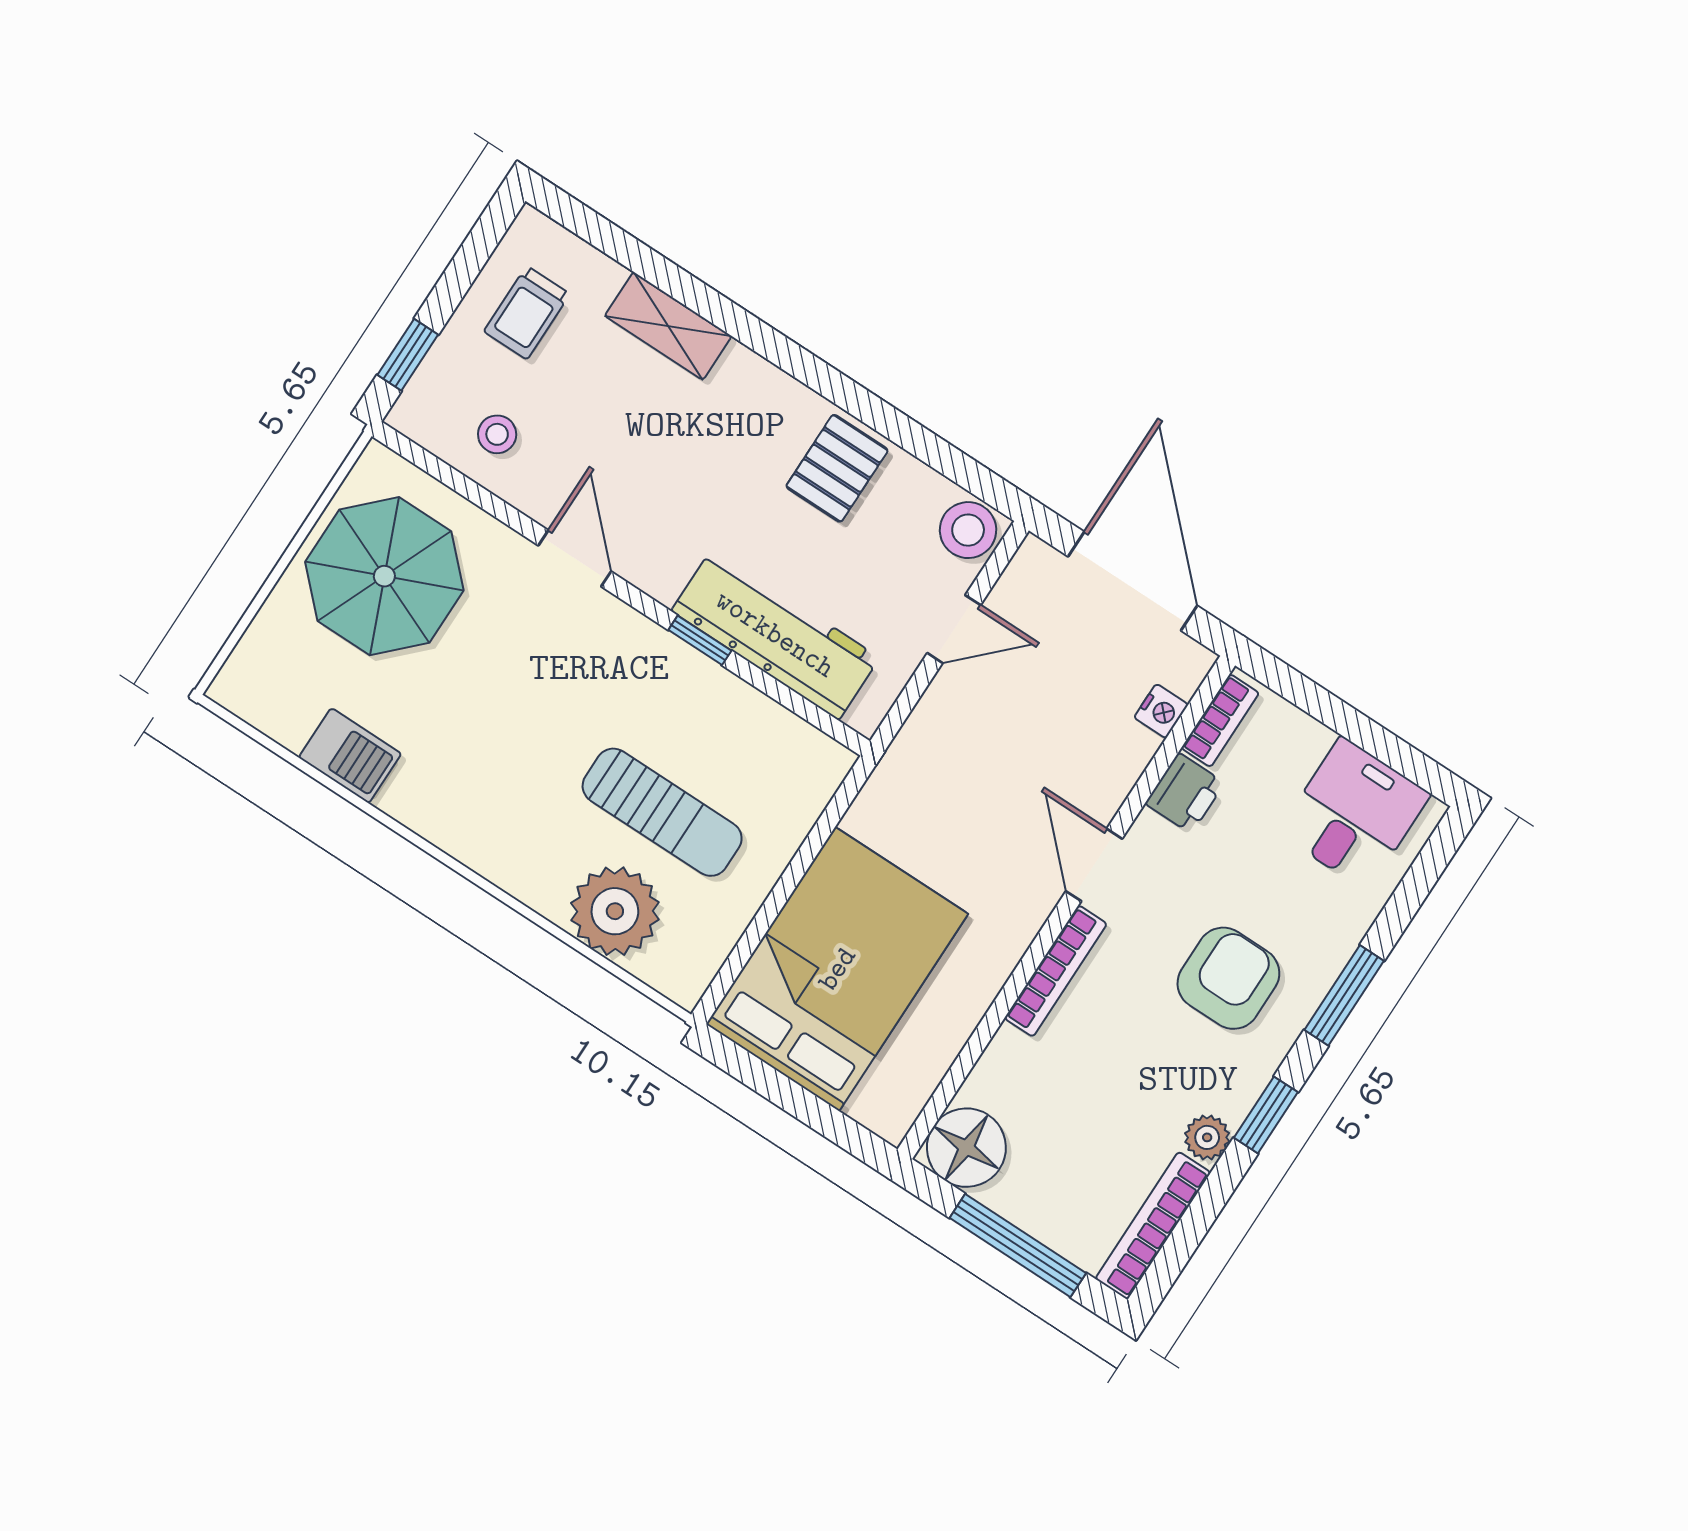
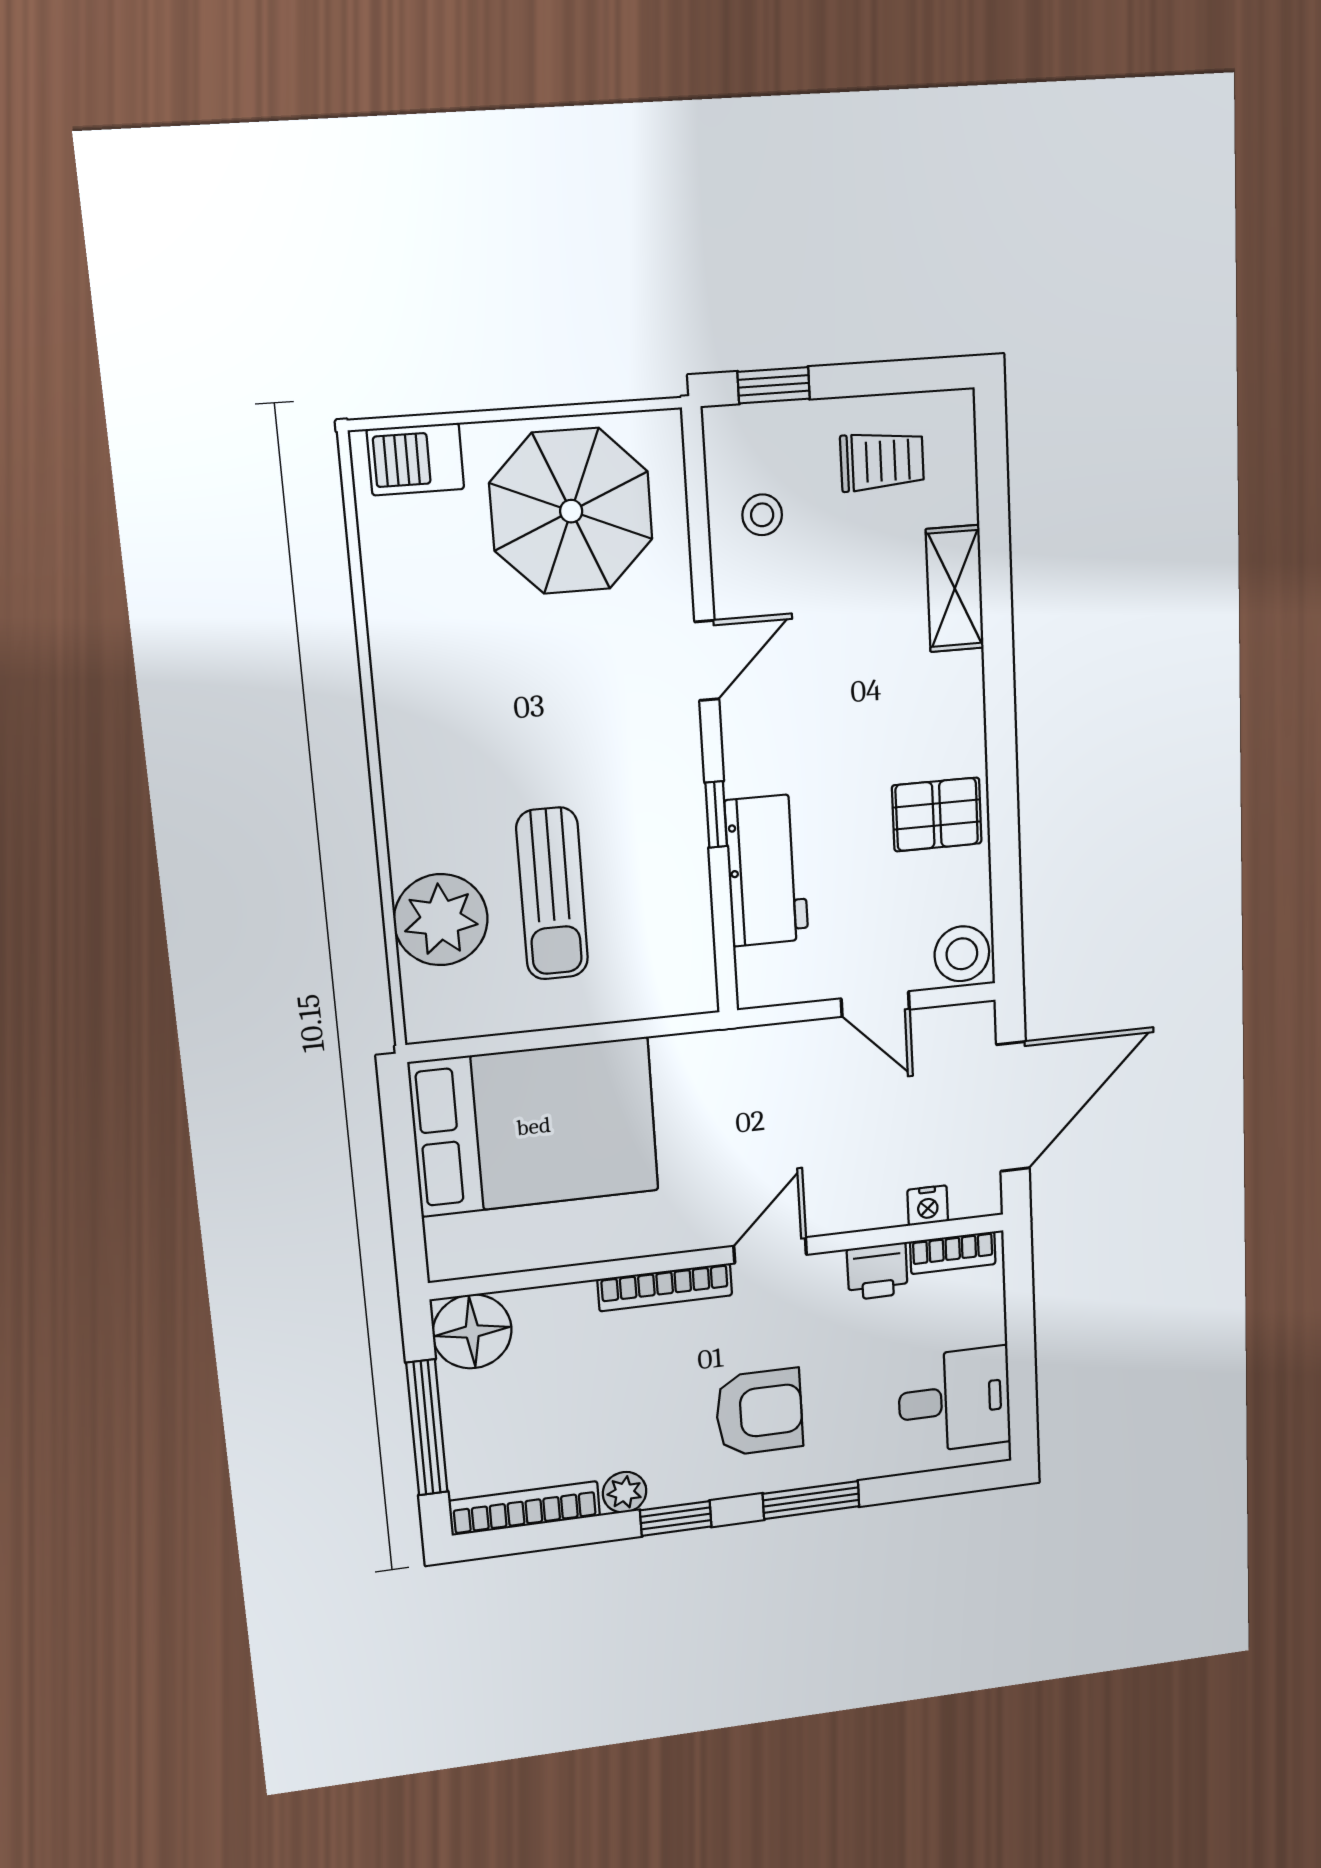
trolley: (527, 313) -> (882, 461), turned 180
workbench: (775, 634) -> (767, 870), width x0.73
barbecue: (350, 756) -> (416, 459), moved, turned 90

